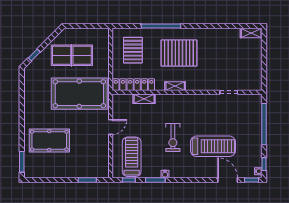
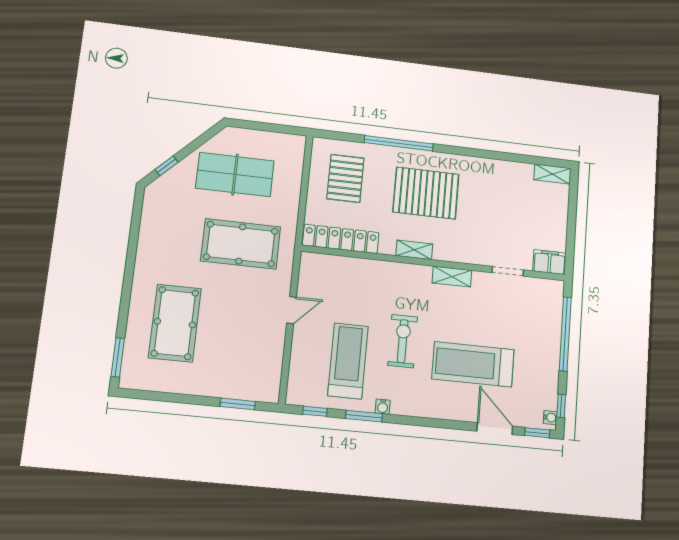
filing cabinet: (253, 84) -> (549, 262), added
pool table: (79, 94) -> (241, 244), width x0.73, depth x0.76
shelving: (144, 99) -> (452, 277), moved
exercise bike: (173, 138) -> (403, 341), turned 180
pool table: (49, 141) -> (175, 323), turned 90
treadmill: (213, 146) -> (473, 364), turned 180
treadmill: (132, 157) -> (348, 361), moved

